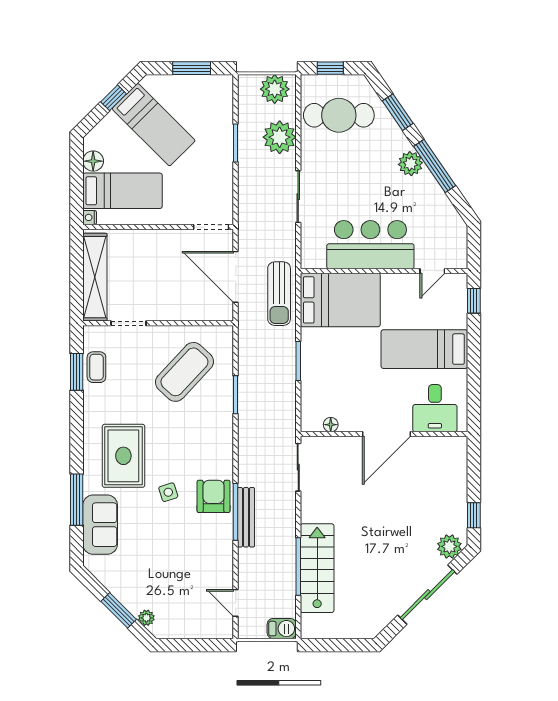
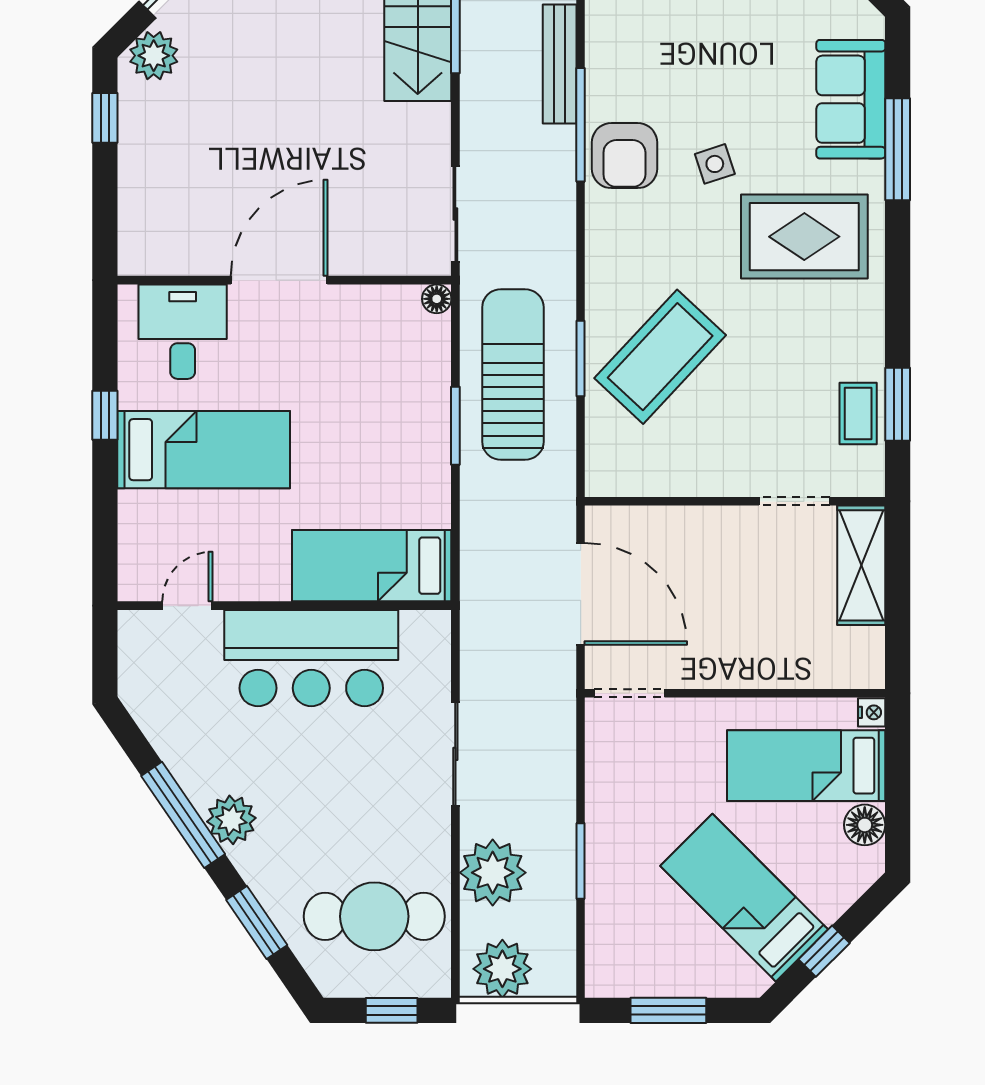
shelving: (95, 277) -> (861, 565), width x0.68
sun lounger: (279, 294) -> (513, 374), moved, width x1.36, depth x1.34
bed: (340, 300) -> (372, 566), width x0.67
window: (474, 301) -> (105, 415), moved
coffee table: (184, 372) -> (660, 357), moved
floor lamp: (331, 425) -> (437, 299), moved
rug: (123, 456) -> (804, 237), turned 90
bench: (246, 517) -> (560, 64), moved

